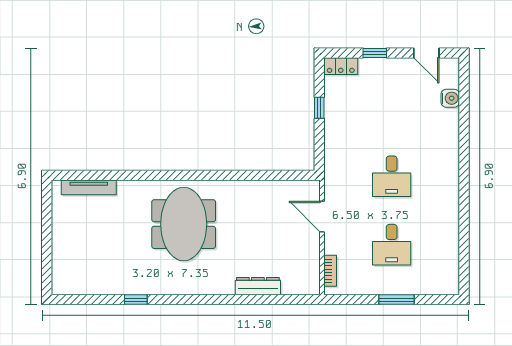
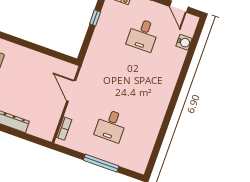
desk: (392, 176) -> (143, 35), moved
window: (397, 300) -> (101, 163), width x1.44

